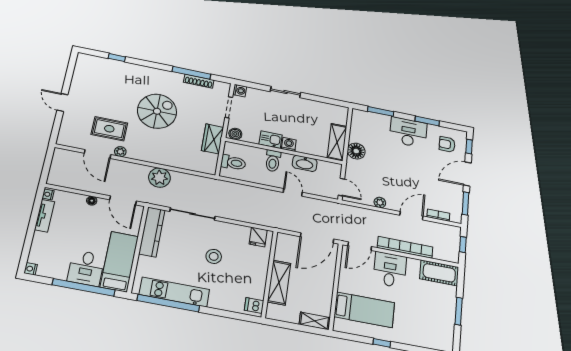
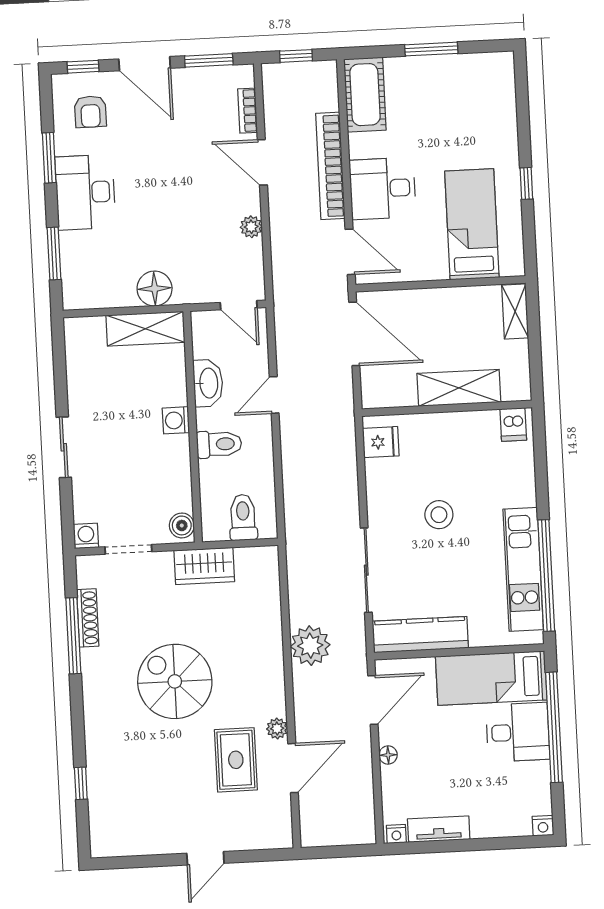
kitchen sink: (271, 140) -> (176, 457), removed
door: (341, 187) -> (239, 305), swing flipped

